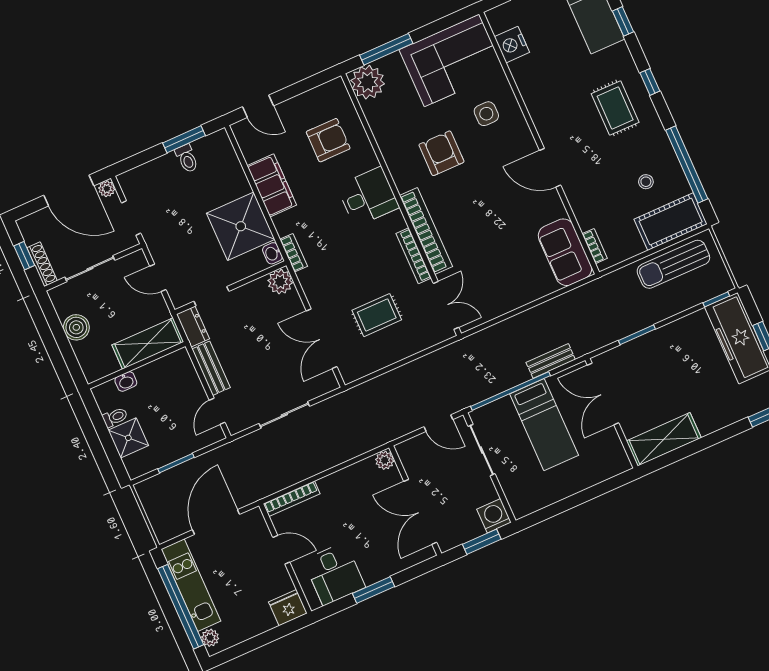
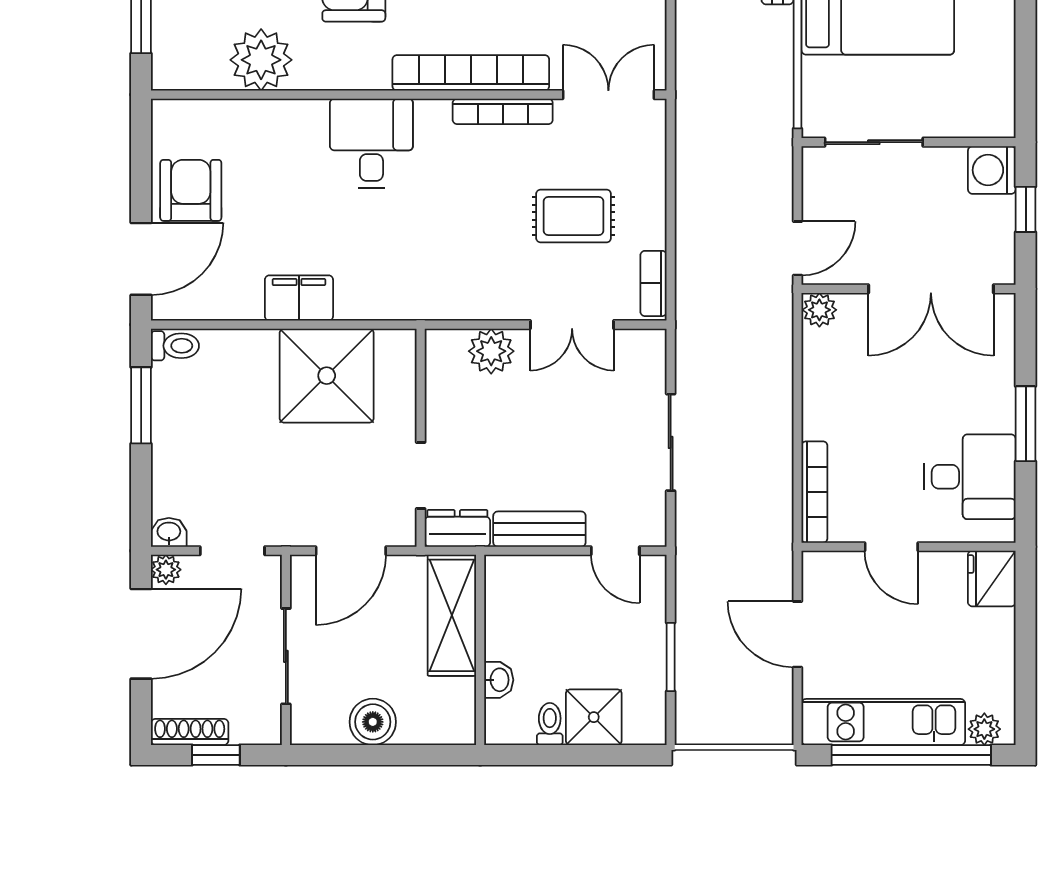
plant: (368, 82) -> (261, 60), moved
door: (258, 106) -> (141, 259), width x1.38
armchair: (328, 140) -> (191, 190), moved
toilet: (187, 159) -> (175, 346), moved
filing cabinet: (272, 185) -> (299, 298), width x0.67, depth x0.86
washbasin: (272, 253) -> (169, 532), moved, turned 180
bookcase: (294, 253) -> (654, 283), moved, turned -90
shoe rack: (42, 264) -> (190, 732), moved
door: (158, 278) -> (351, 551), width x1.38
plant: (280, 282) -> (491, 351), moved
rug: (377, 315) -> (574, 216), turned 90
double door: (322, 339) -> (572, 325), width x0.73
door: (438, 423) -> (797, 248), moved
door: (216, 522) -> (797, 634), width x0.73
window: (482, 542) -> (1026, 209), width x0.67
door: (281, 550) -> (891, 547), swing flipped

